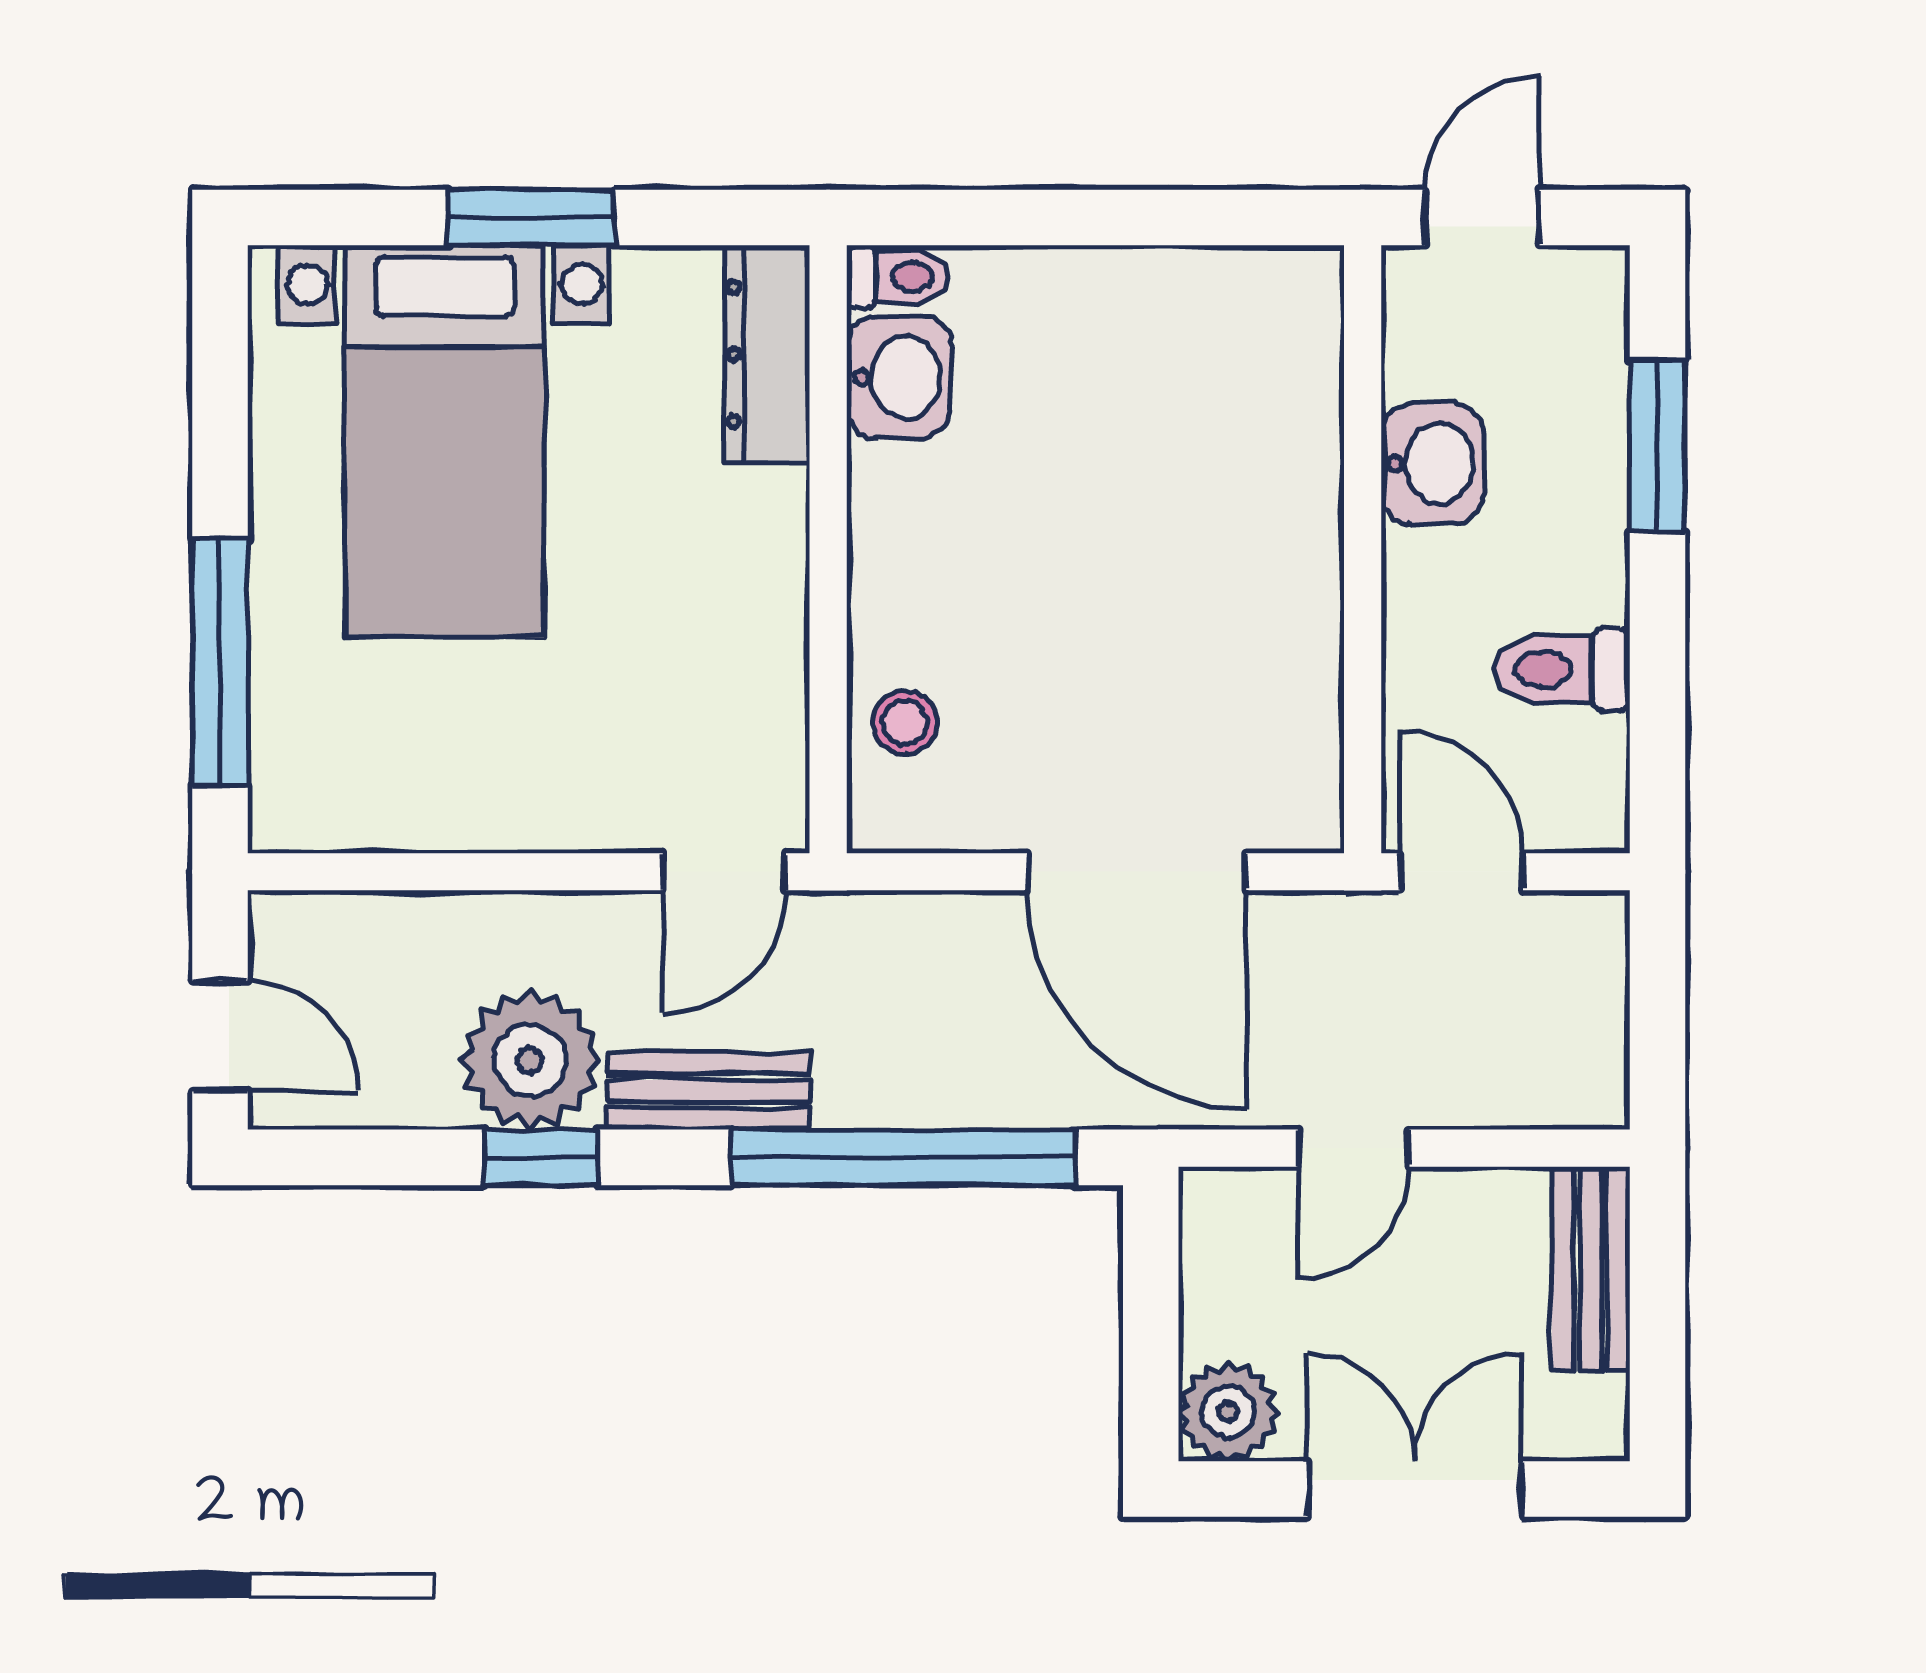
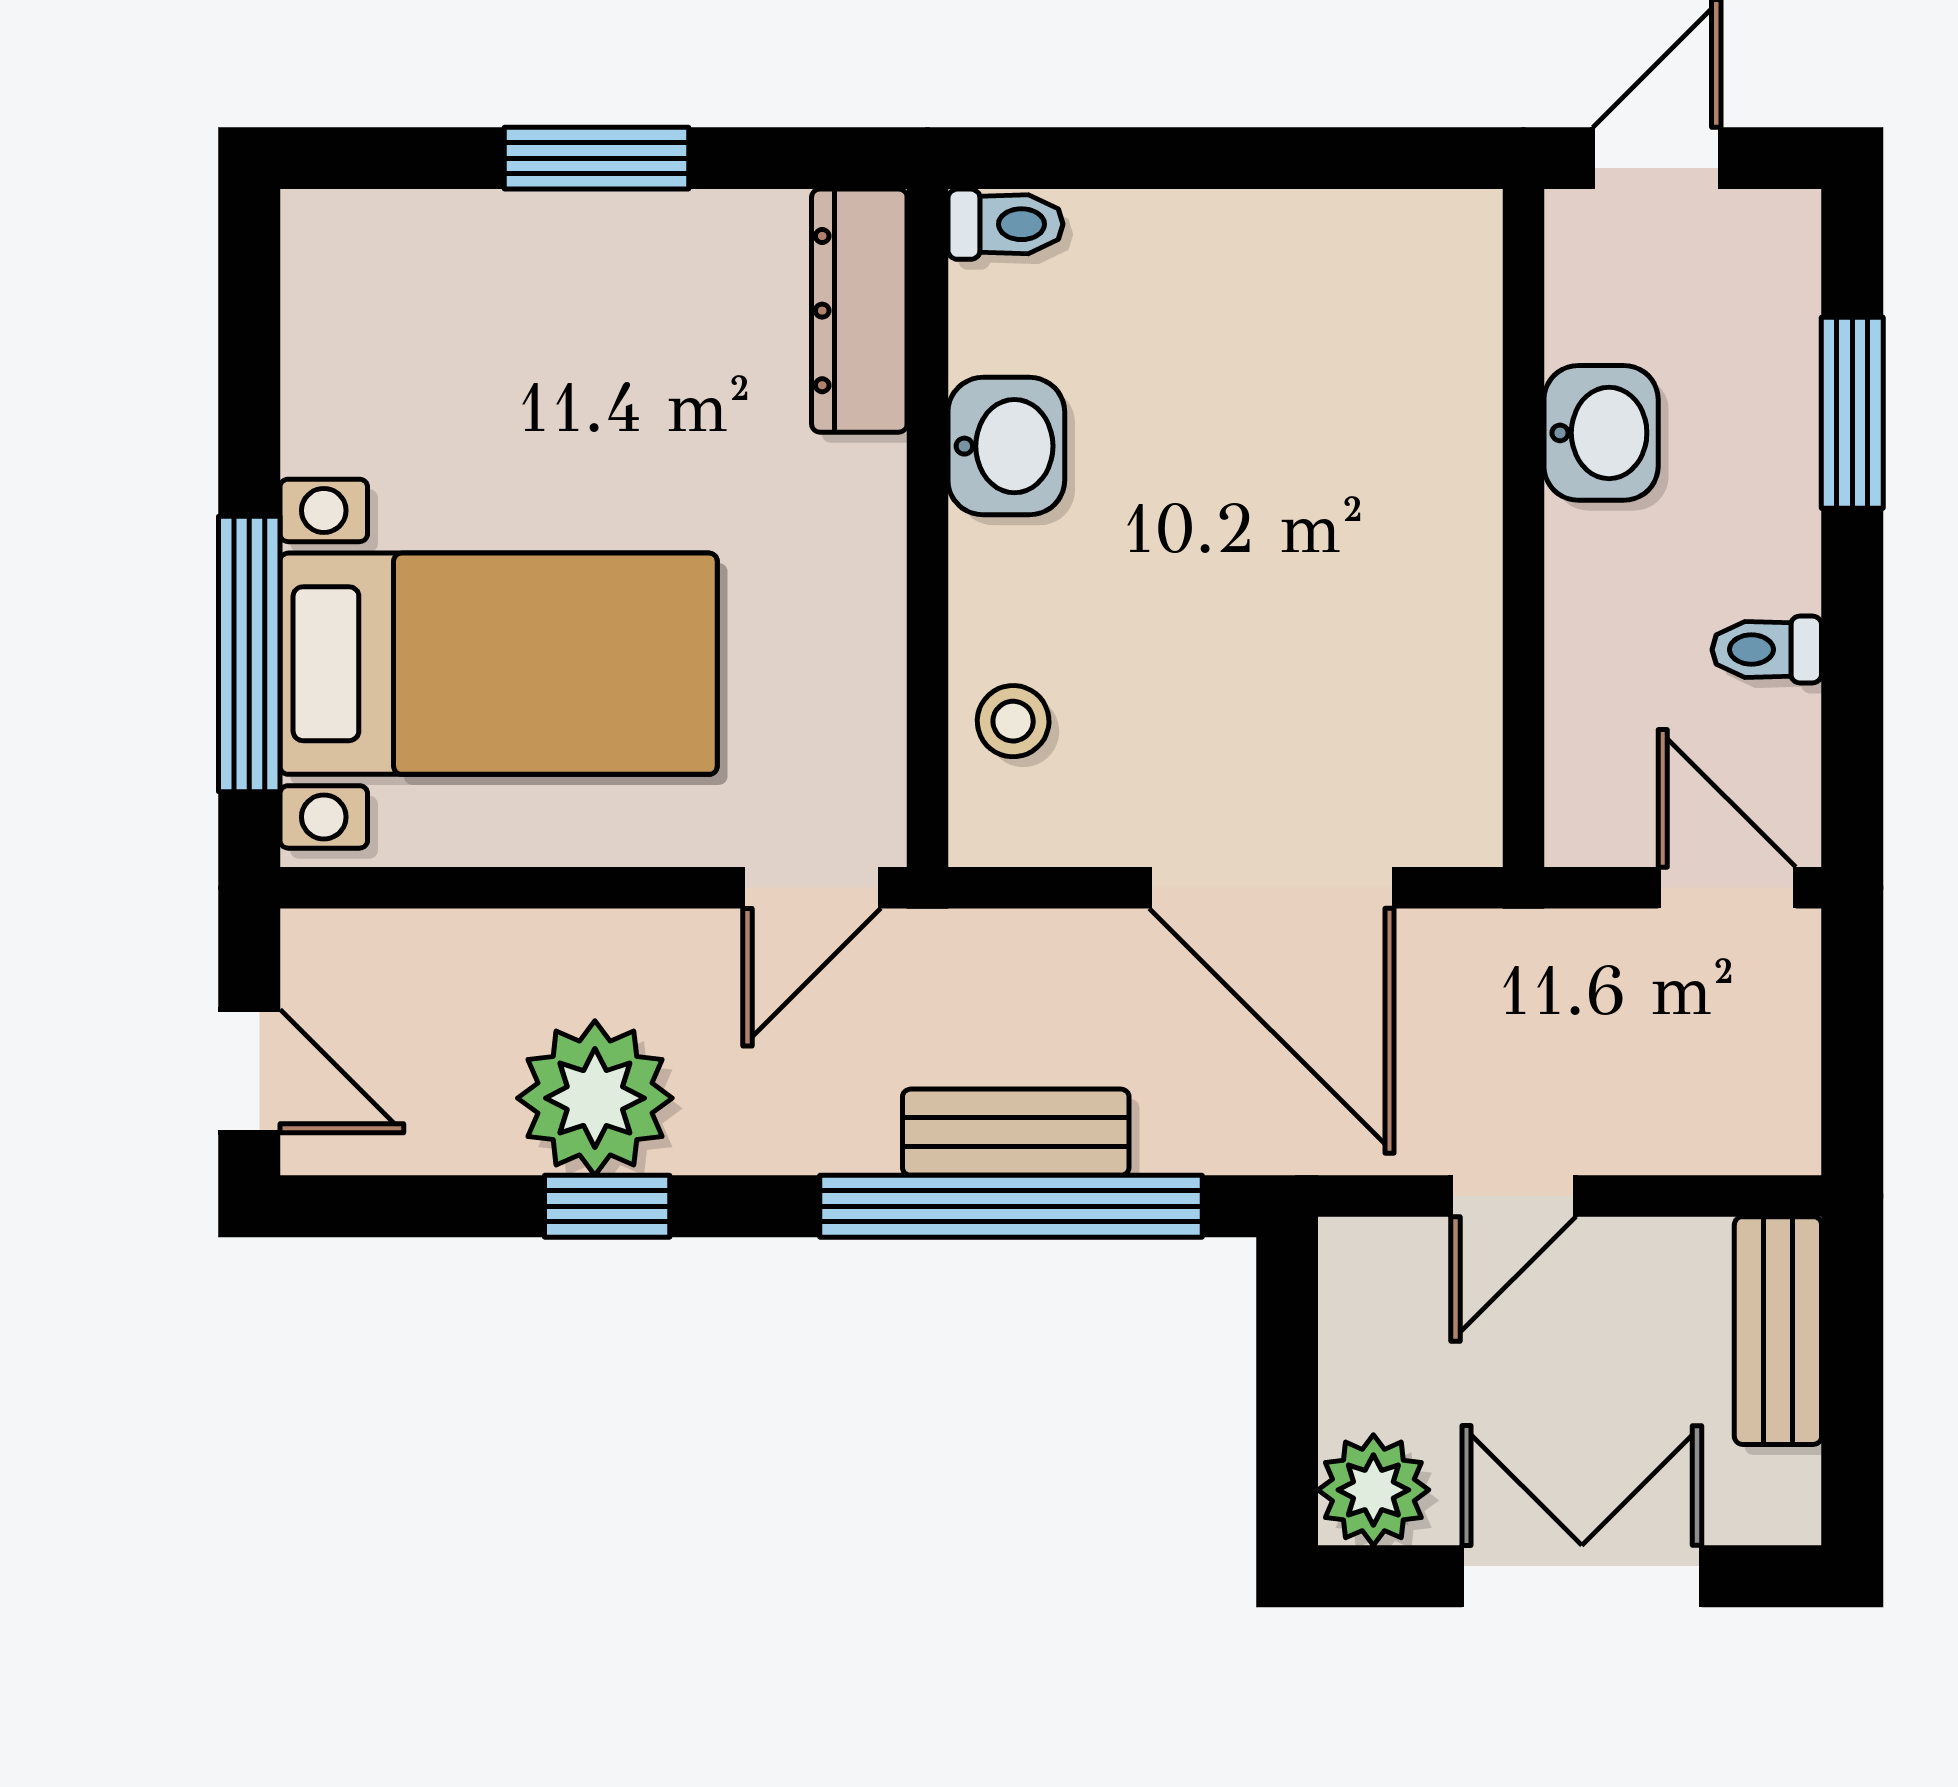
washbasin: (899, 377) -> (1006, 446), moved
bed with nightstands: (445, 441) -> (499, 664), moved, turned -90
toilet: (1562, 669) -> (1767, 650), width x0.73, depth x0.72
door: (1461, 872) -> (1727, 888), moved
bench: (708, 1091) -> (1016, 1132), moved

